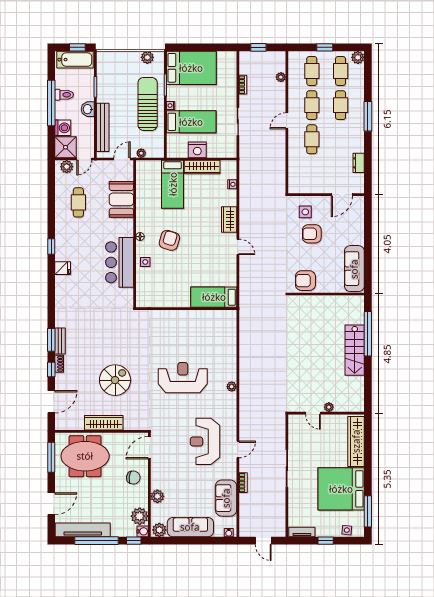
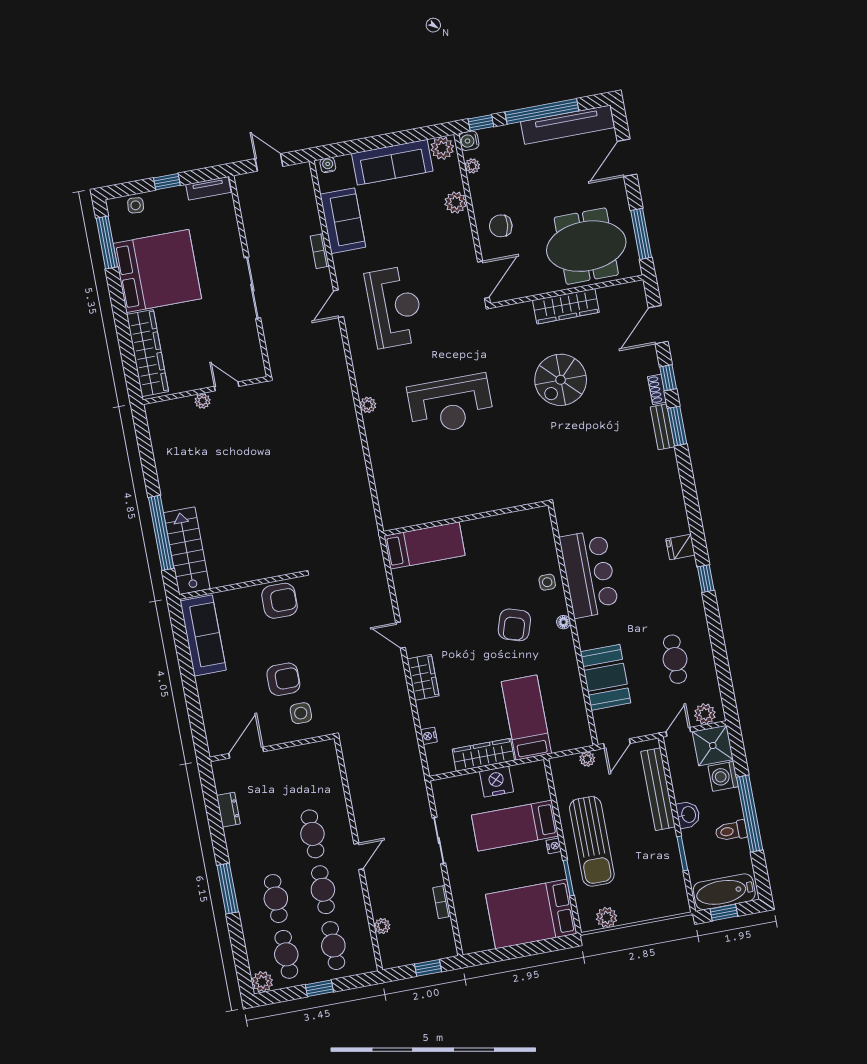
stairs: (355, 350) -> (187, 551), moved
plant: (140, 516) -> (472, 166), width x0.53, depth x0.53

